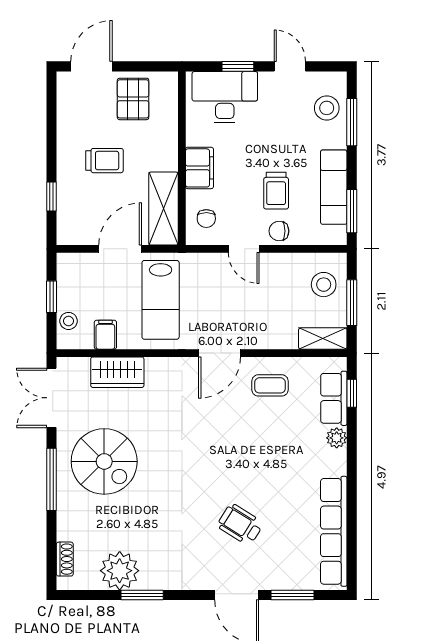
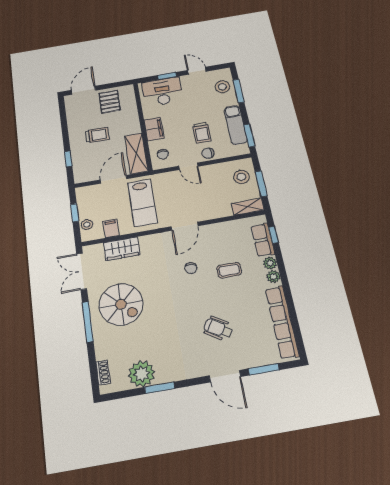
coffee table: (270, 385) -> (229, 270), moved
chair: (217, 424) -> (191, 268), added
plant: (337, 460) -> (273, 277), added

